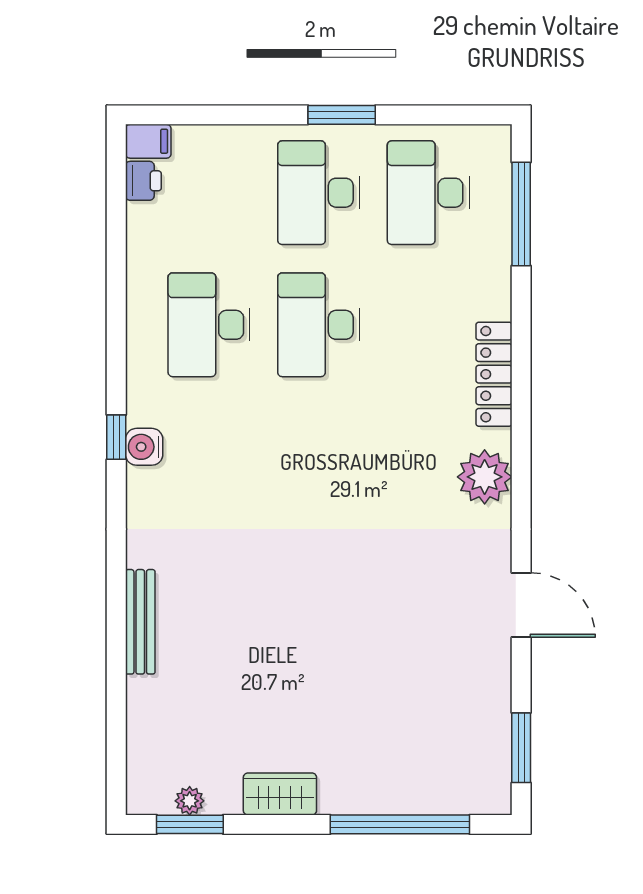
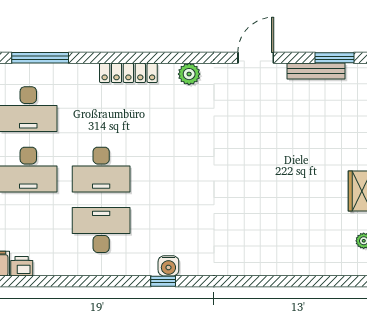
desk: (209, 325) -> (101, 230), turned 180
plant: (485, 477) -> (189, 74), width x0.73, depth x0.73
bench: (140, 622) -> (316, 71), moved

